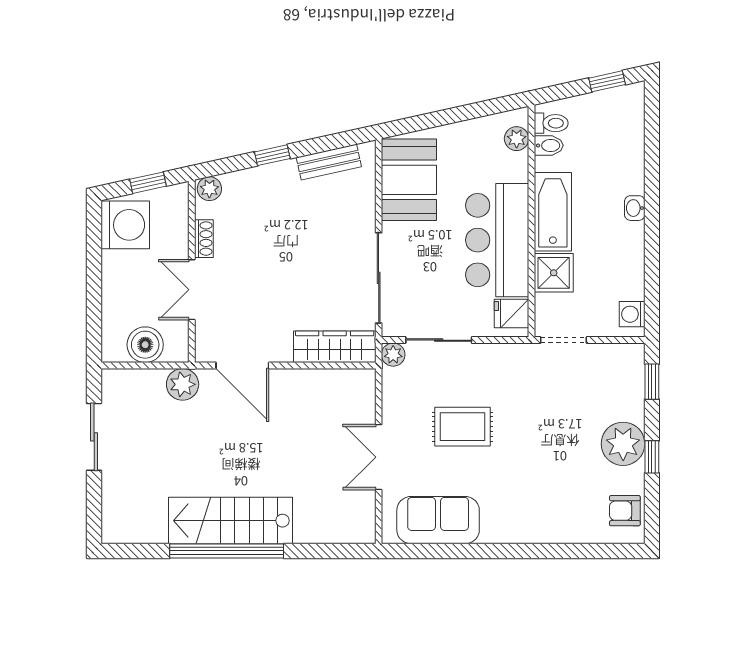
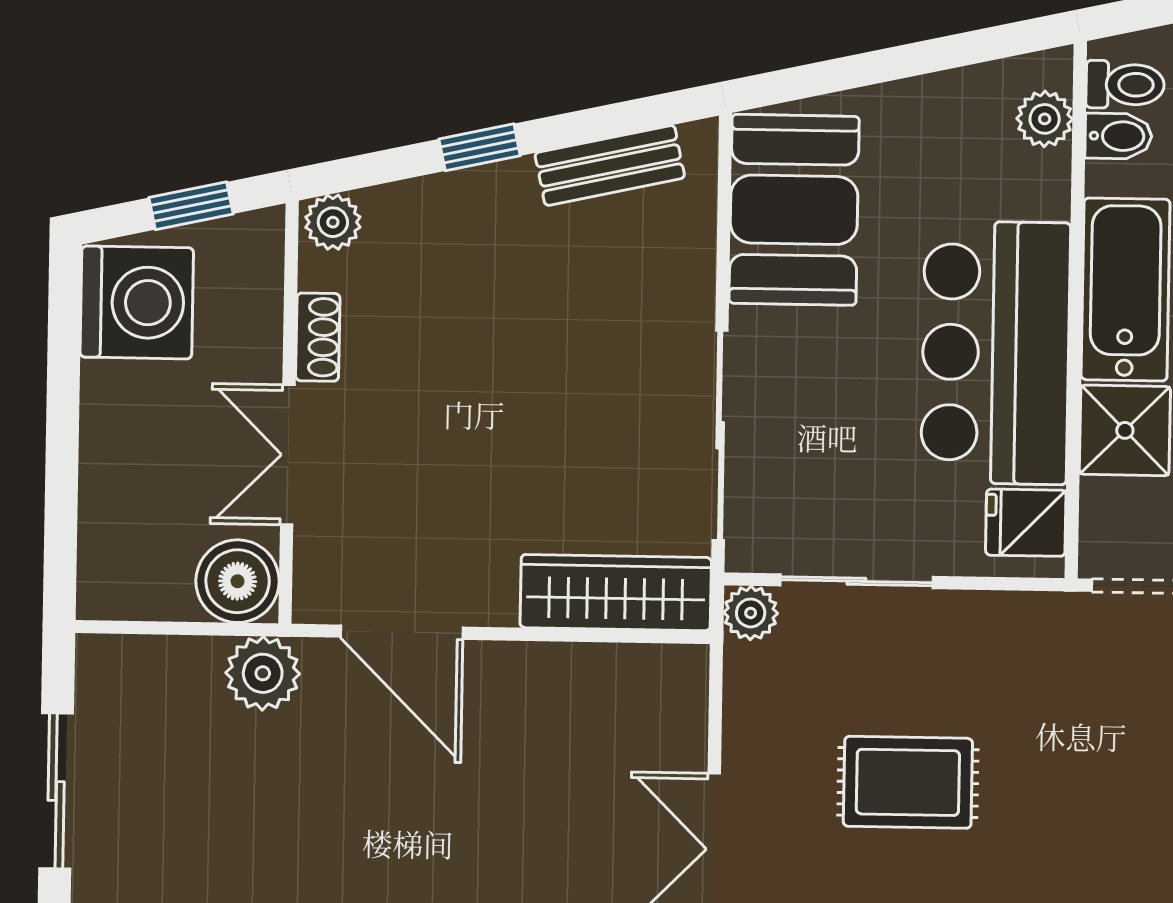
boiler: (145, 345) -> (238, 581), moved

